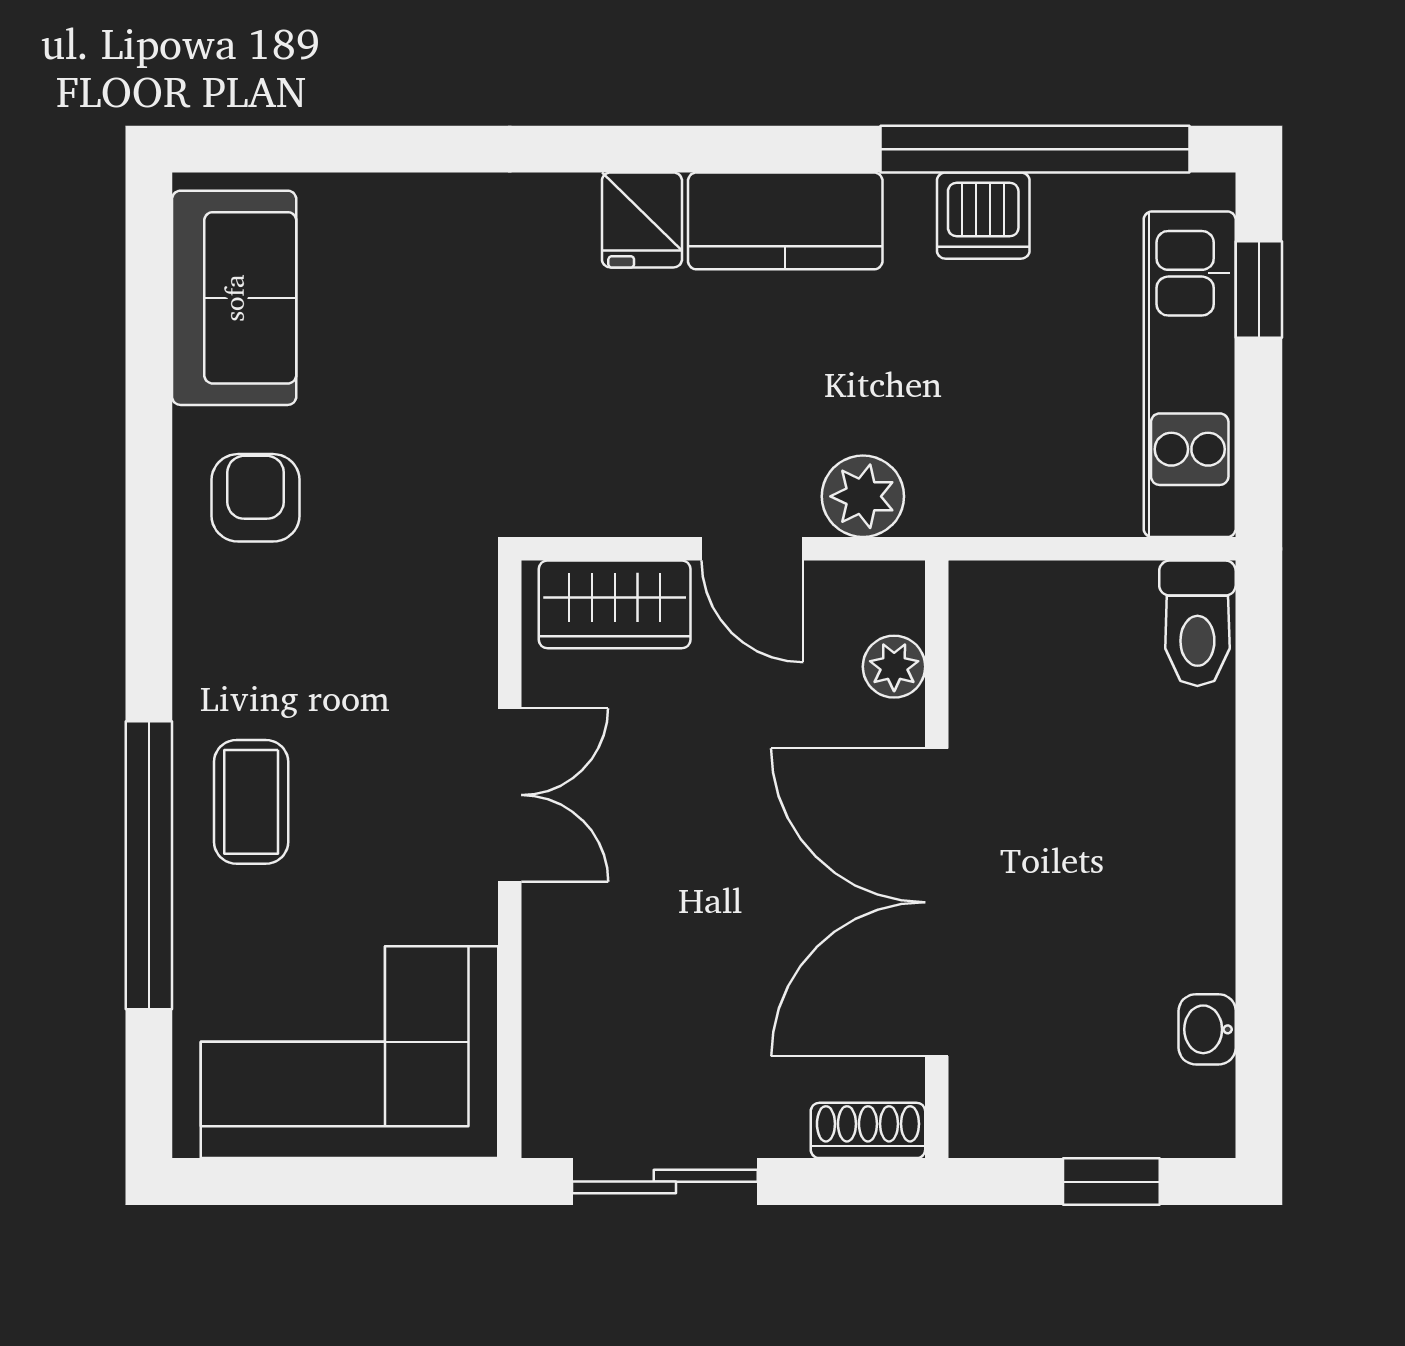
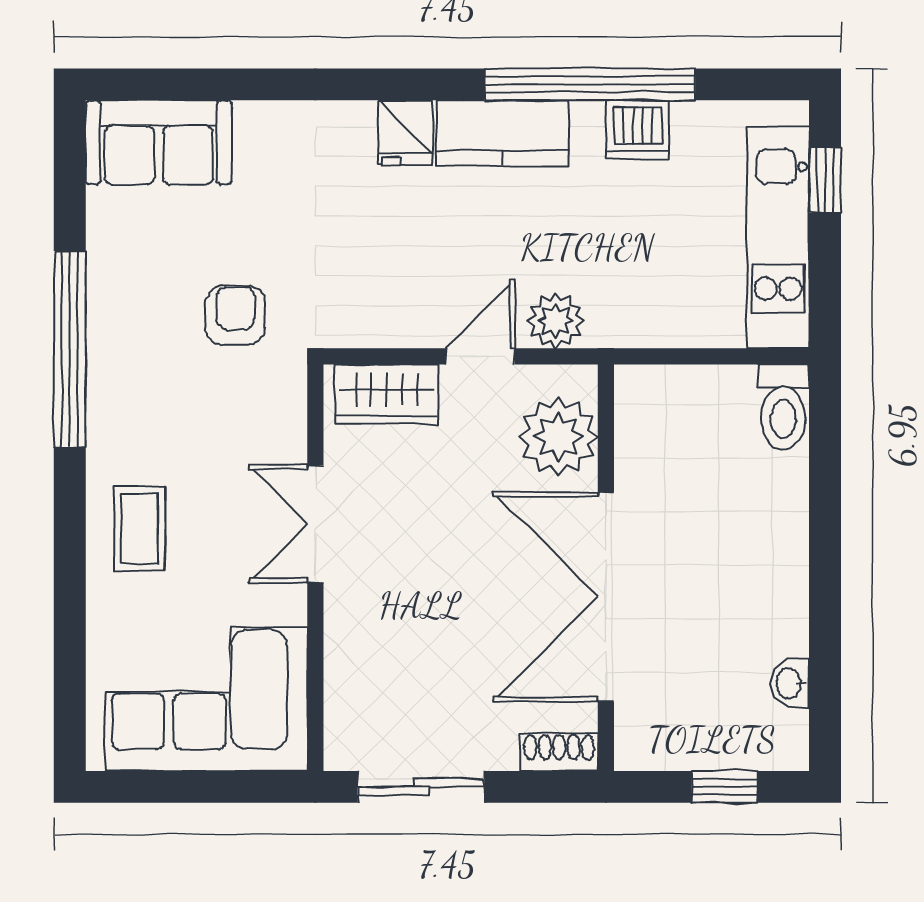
window: (1035, 149) -> (590, 84), moved
sofa: (234, 298) -> (159, 142), moved, turned 90
armchair: (256, 498) -> (235, 315), moved
door: (752, 549) -> (480, 356), swing flipped
plant: (894, 667) -> (558, 437), width x1.88, depth x1.88
double door: (510, 795) -> (315, 524), swing flipped
window: (149, 865) -> (70, 349), moved

